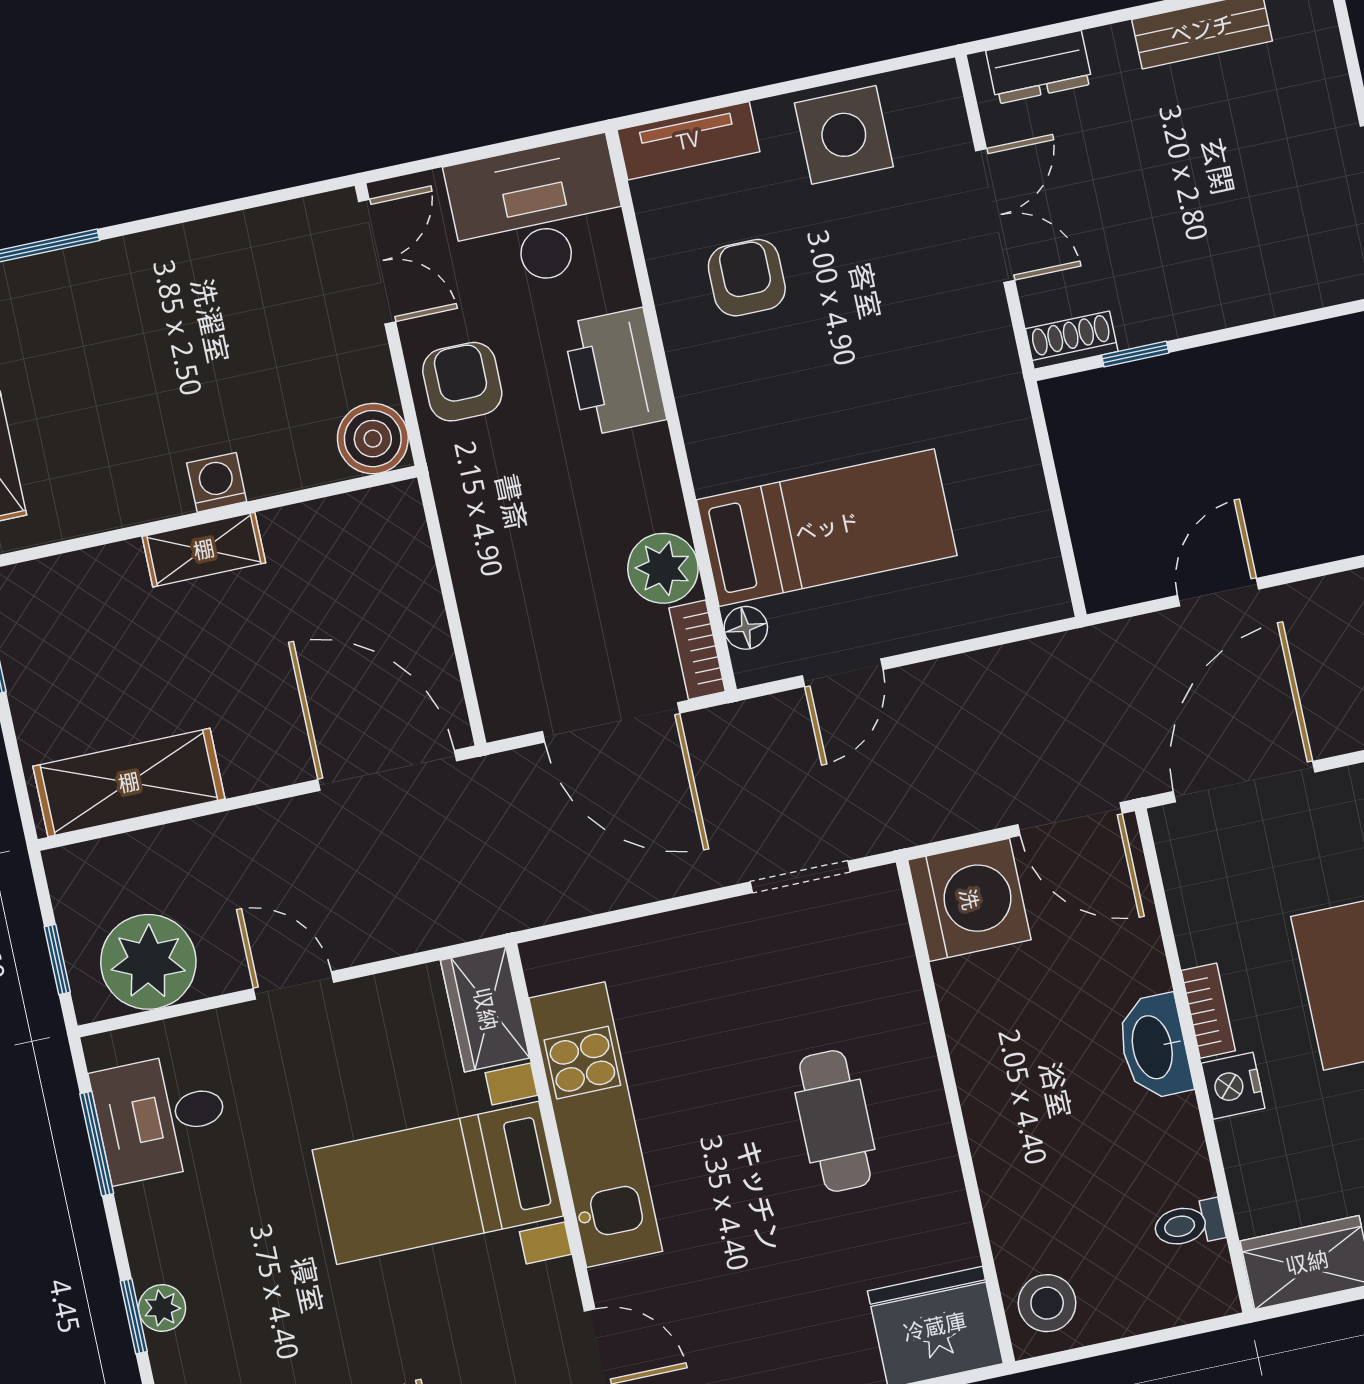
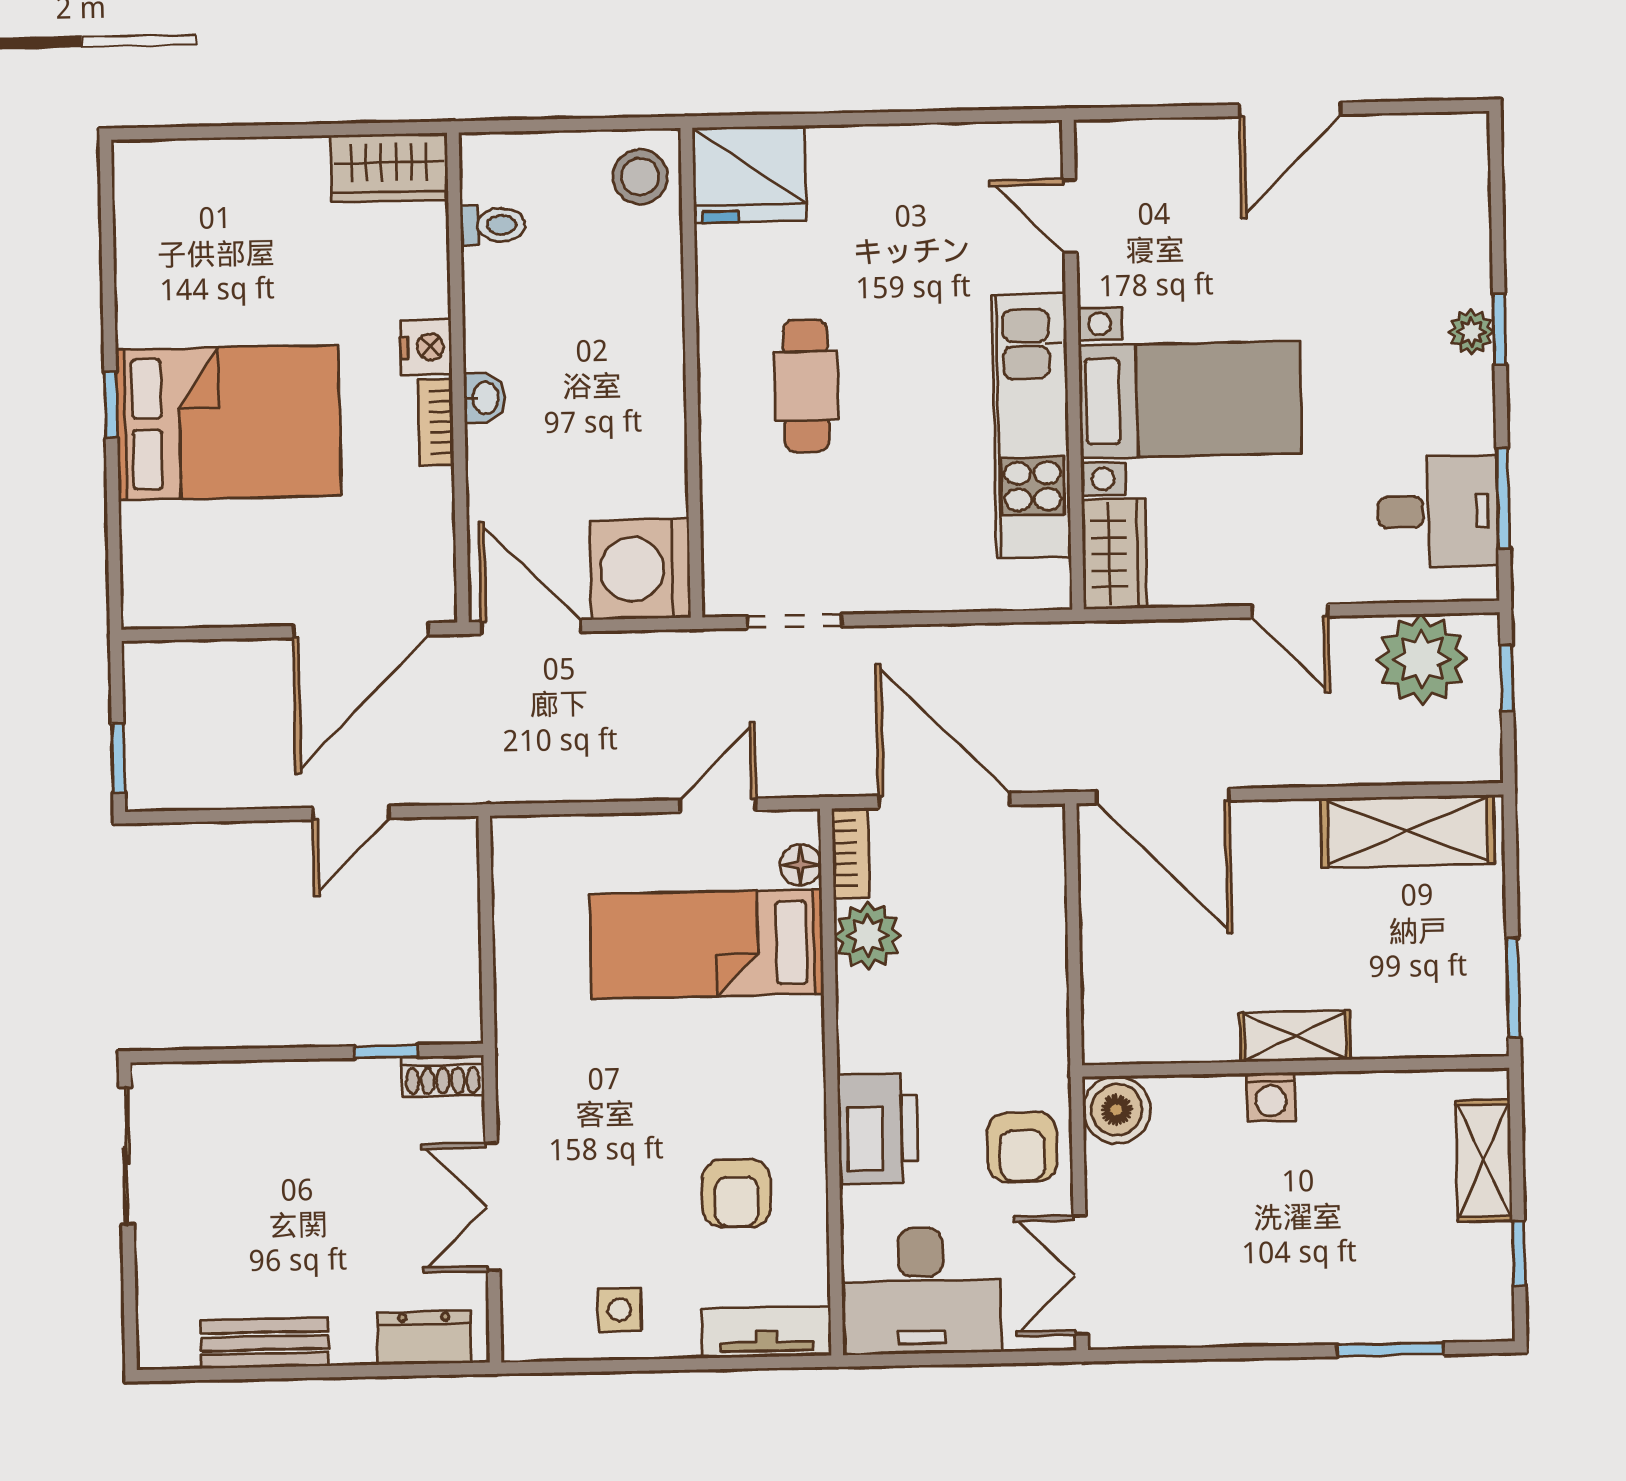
side table: (844, 135) -> (620, 1310), width x0.54, depth x0.54
washbasin: (1154, 1047) -> (484, 398), width x0.52, depth x0.69

